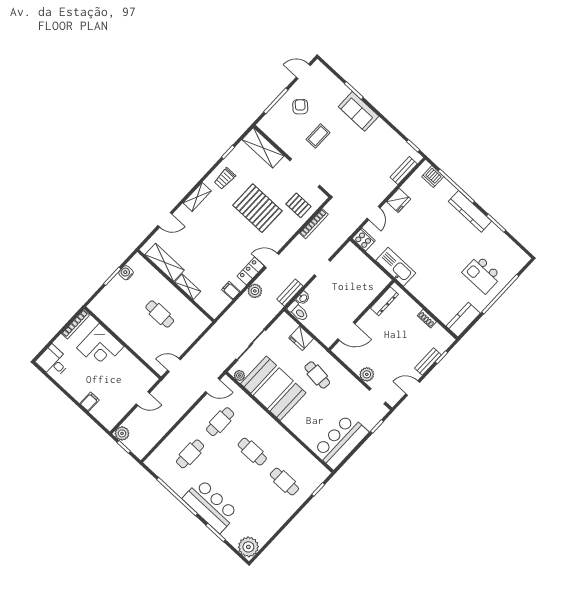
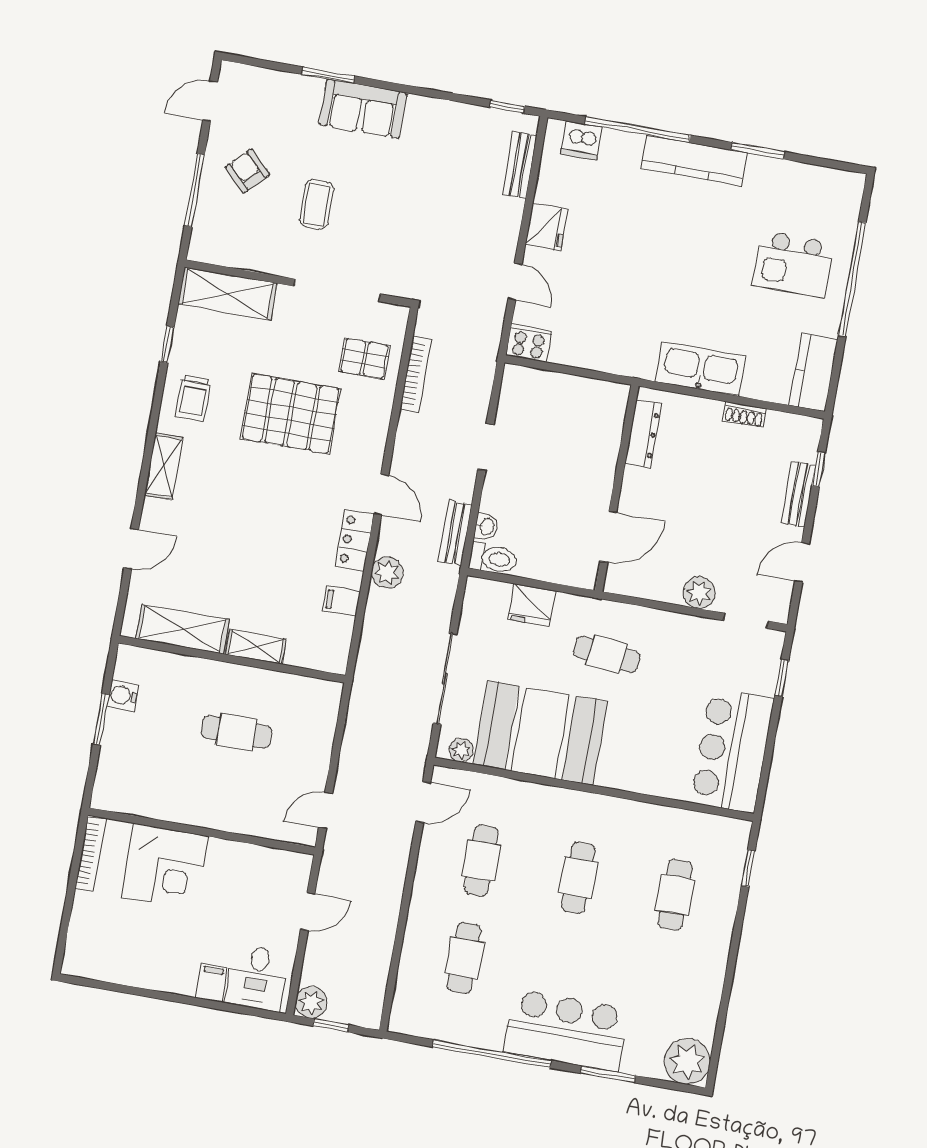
door: (272, 260) -> (381, 495), swing flipped
kitchen sink: (396, 267) -> (701, 369), moved
desk: (53, 362) -> (257, 978), moved, turned -90
cafe table: (252, 452) -> (578, 878), turned 90
cafe table: (284, 482) -> (675, 895), turned 90

